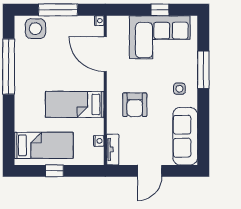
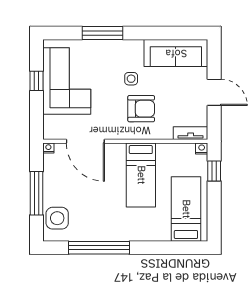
door: (105, 54) -> (85, 141), hinge flipped
side table: (179, 89) -> (131, 79), moved
nightstand: (99, 141) -> (202, 148), moved
window: (54, 171) -> (214, 171), moved

